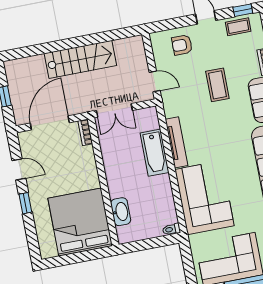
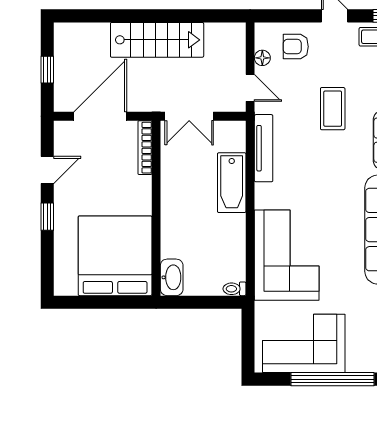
floor lamp: (159, 58) -> (262, 58), added
bookcase: (85, 132) -> (145, 148), width x1.56
tv unit: (177, 142) -> (264, 148), moved
door: (19, 169) -> (47, 170), hinge flipped
washbasin: (121, 212) -> (172, 277), moved

